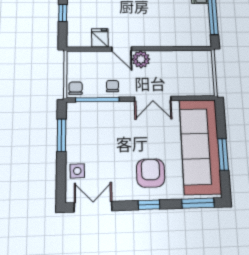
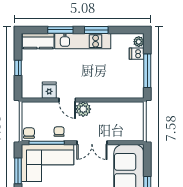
corner sofa: (99, 125) -> (48, 163), added

